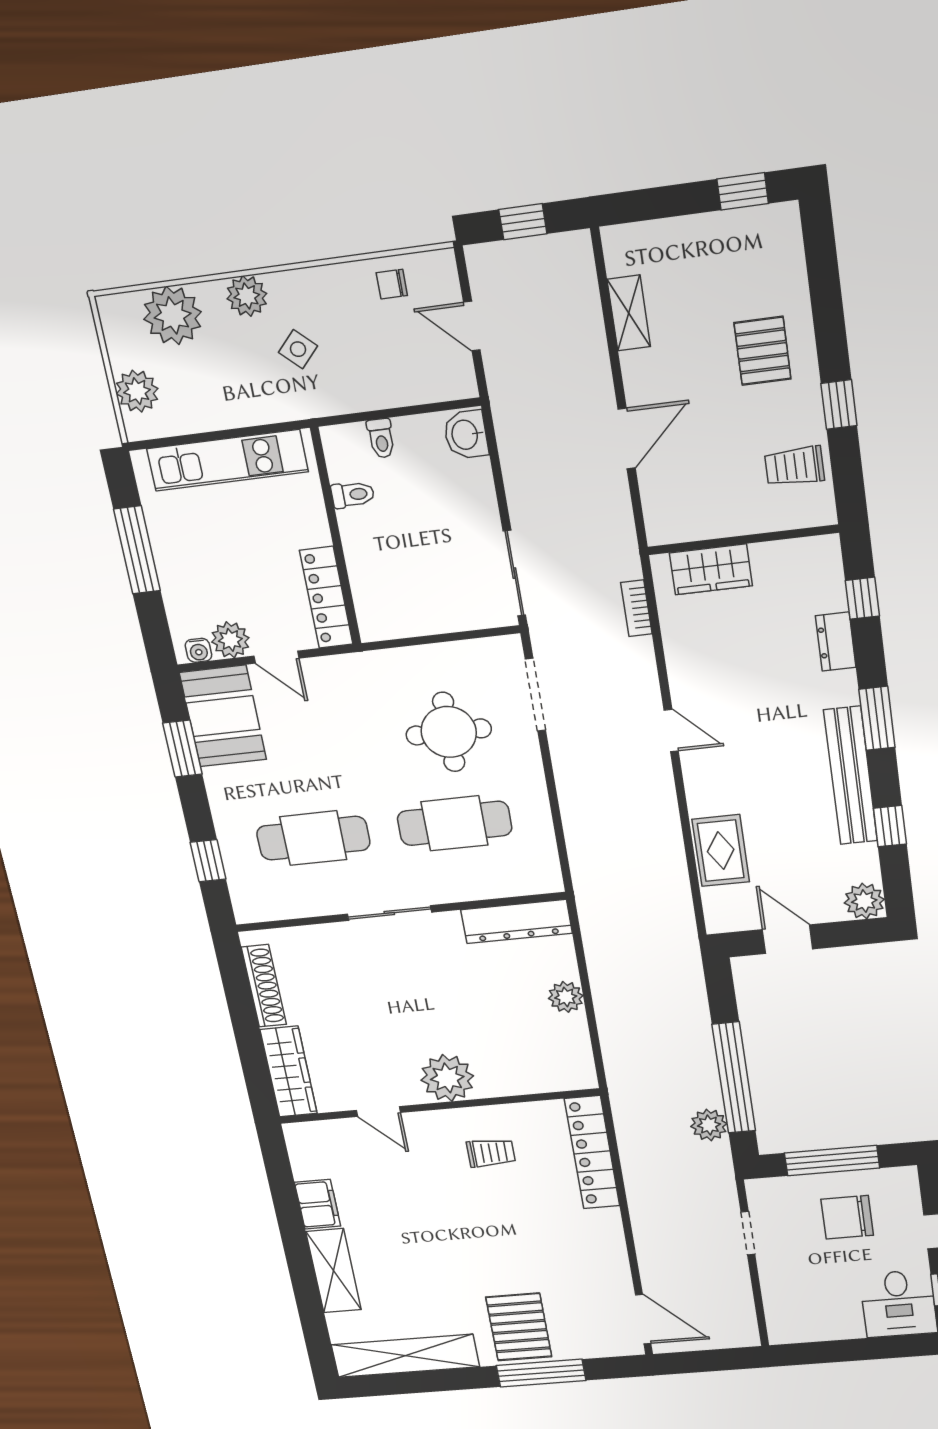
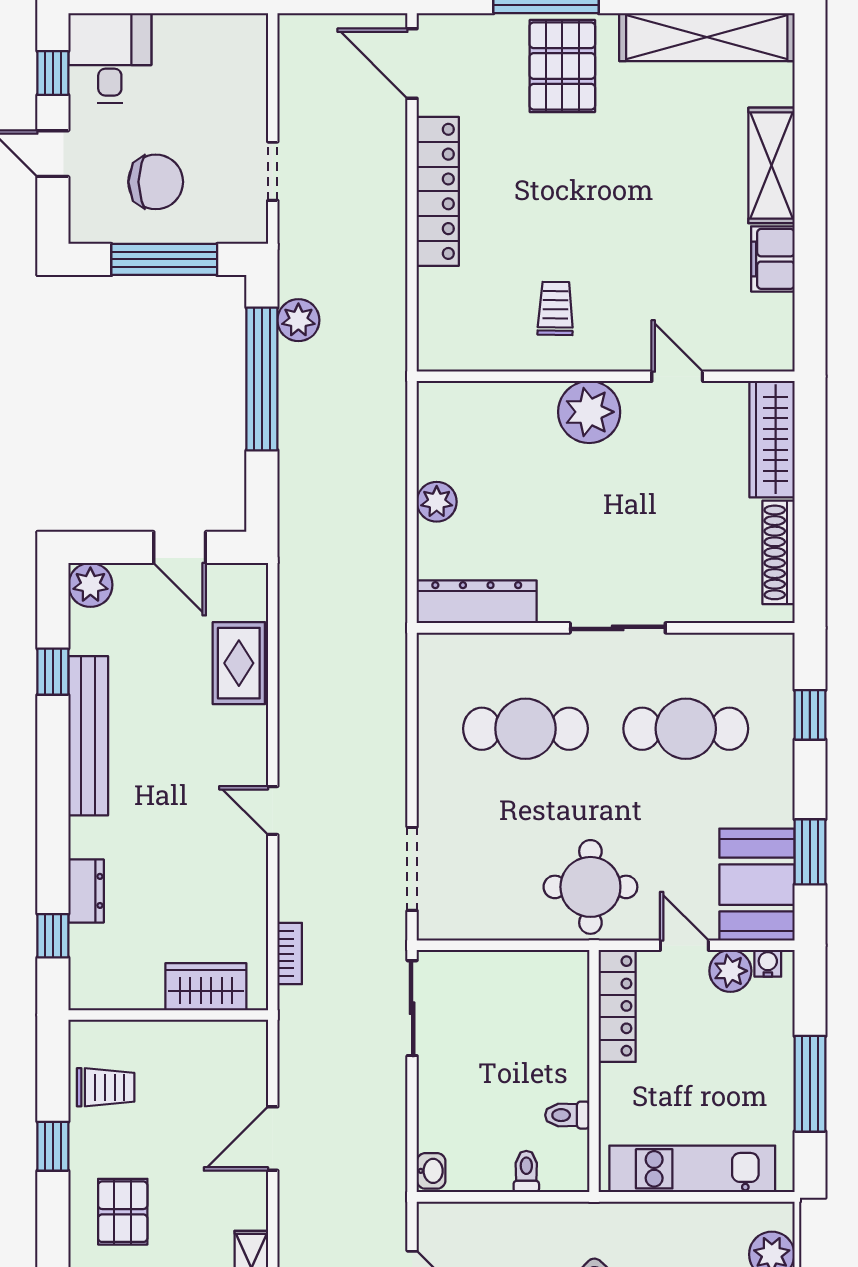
washbasin: (466, 435) -> (431, 1171), width x0.72, depth x0.69
window: (877, 718) -> (53, 799), removed
round table: (449, 732) -> (590, 887), moved
trolley: (491, 1153) -> (555, 308), turned 91
locker: (592, 1153) -> (438, 191), moved

